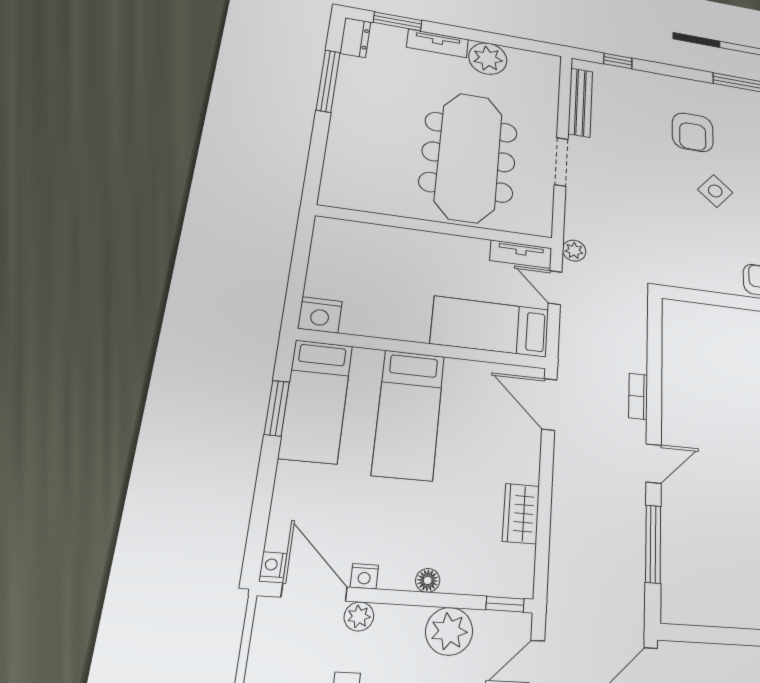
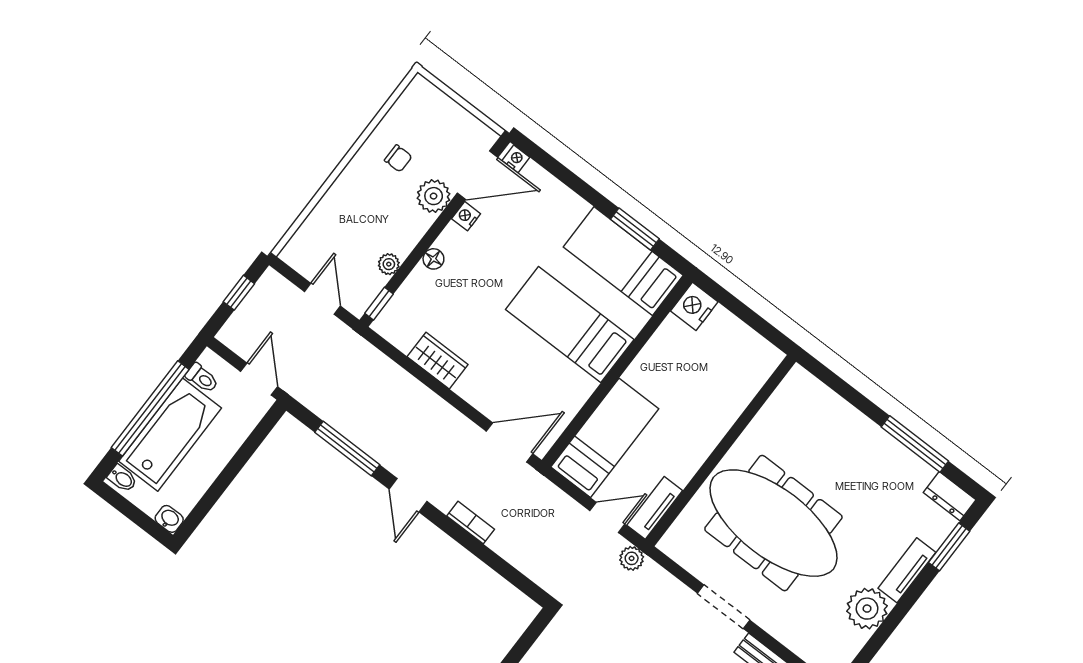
plant: (359, 616) -> (434, 196), width x1.38, depth x1.38
plant: (449, 631) -> (389, 264), width x0.53, depth x0.53

